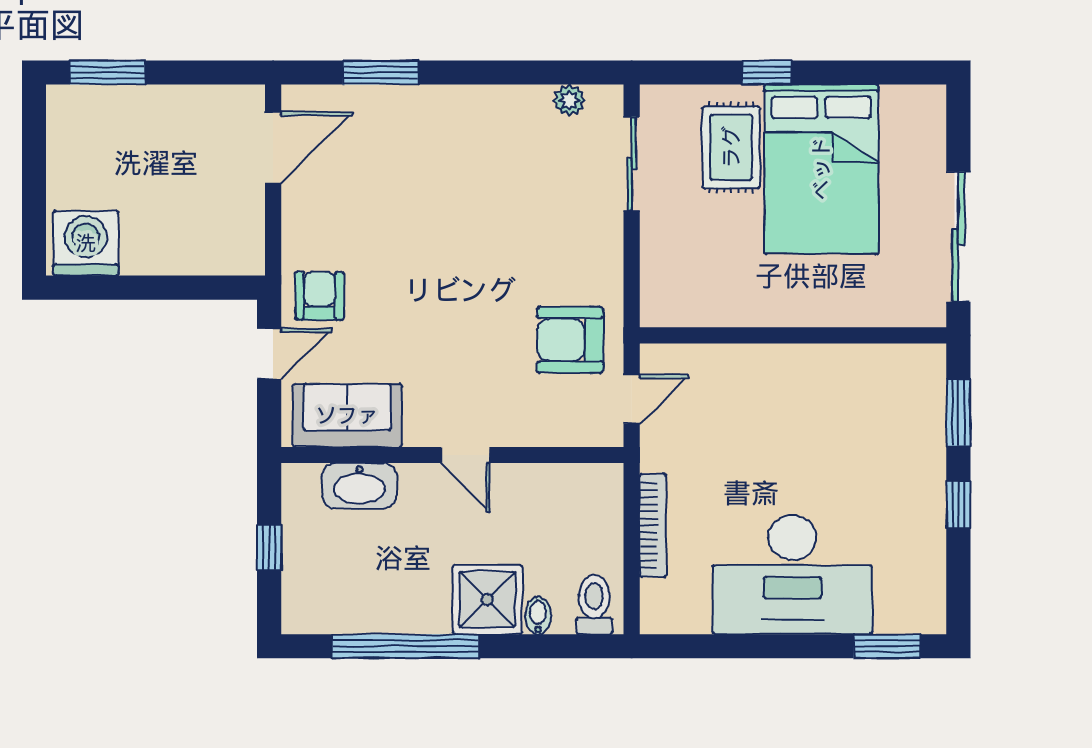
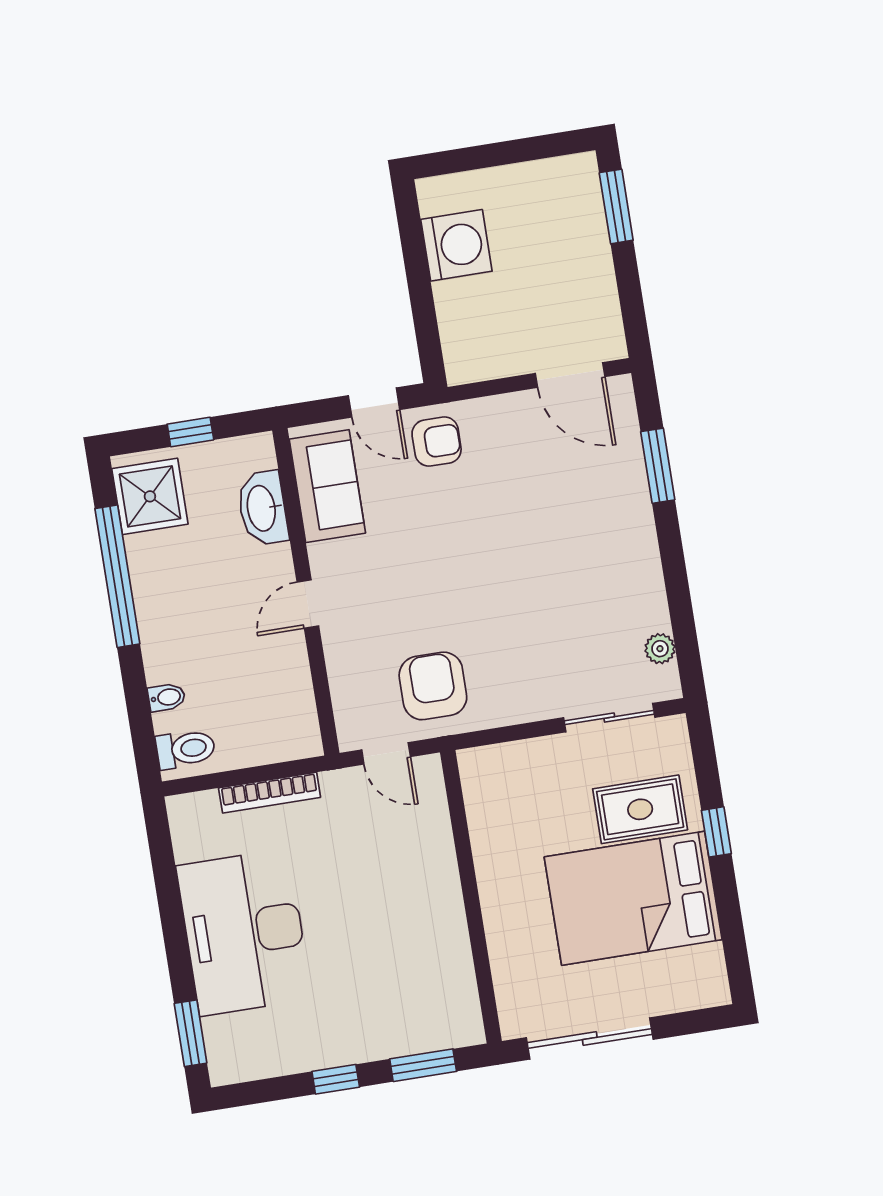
washing machine: (86, 243) -> (456, 245), moved
shower: (487, 600) -> (150, 496), moved

